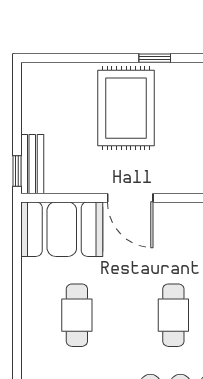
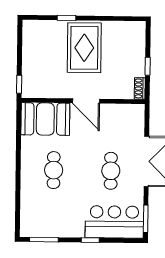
window: (155, 58) -> (67, 18), moved
bench: (32, 164) -> (28, 80), removed

